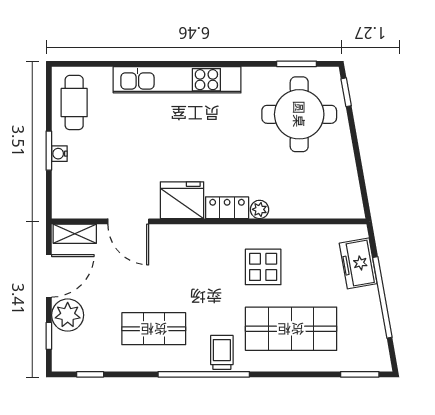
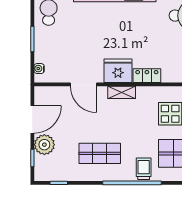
water cooler: (59, 154) -> (39, 69), moved
plant: (260, 209) -> (168, 77), removed
shelving: (75, 234) -> (122, 92), moved

